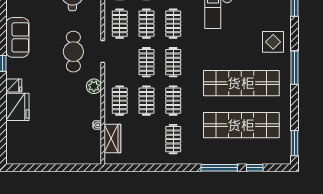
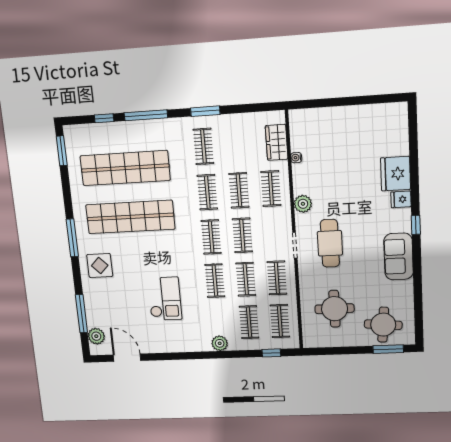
window: (169, 168) -> (205, 111), added

